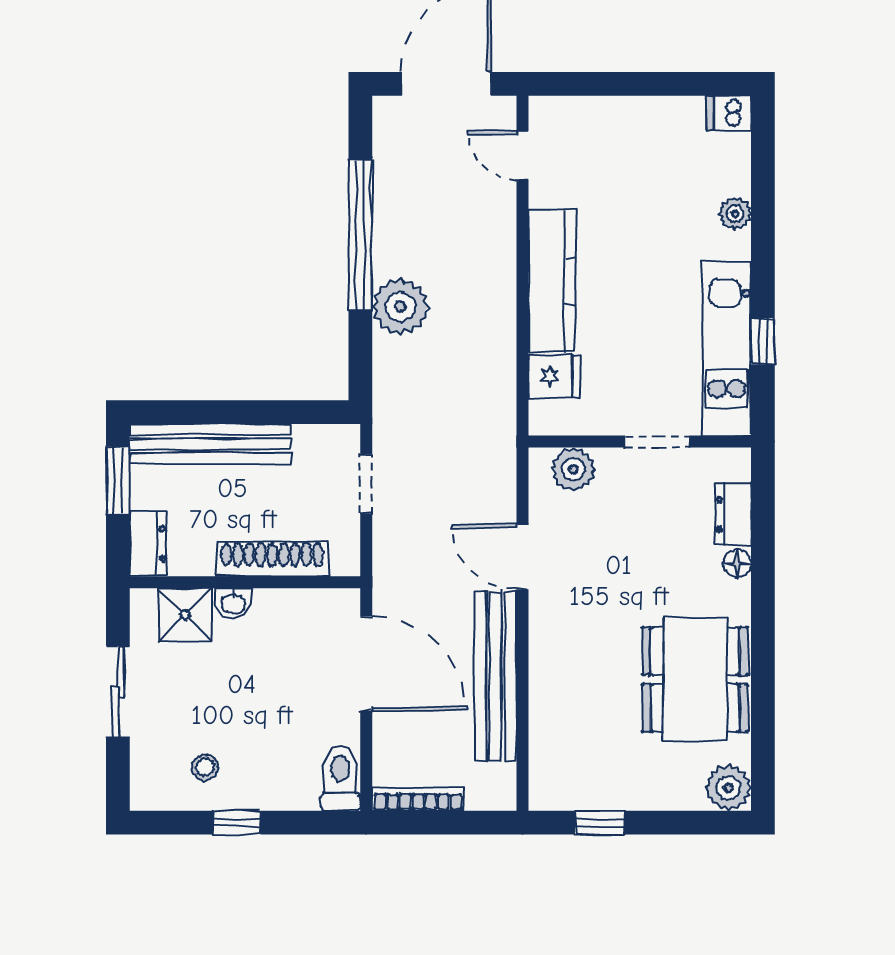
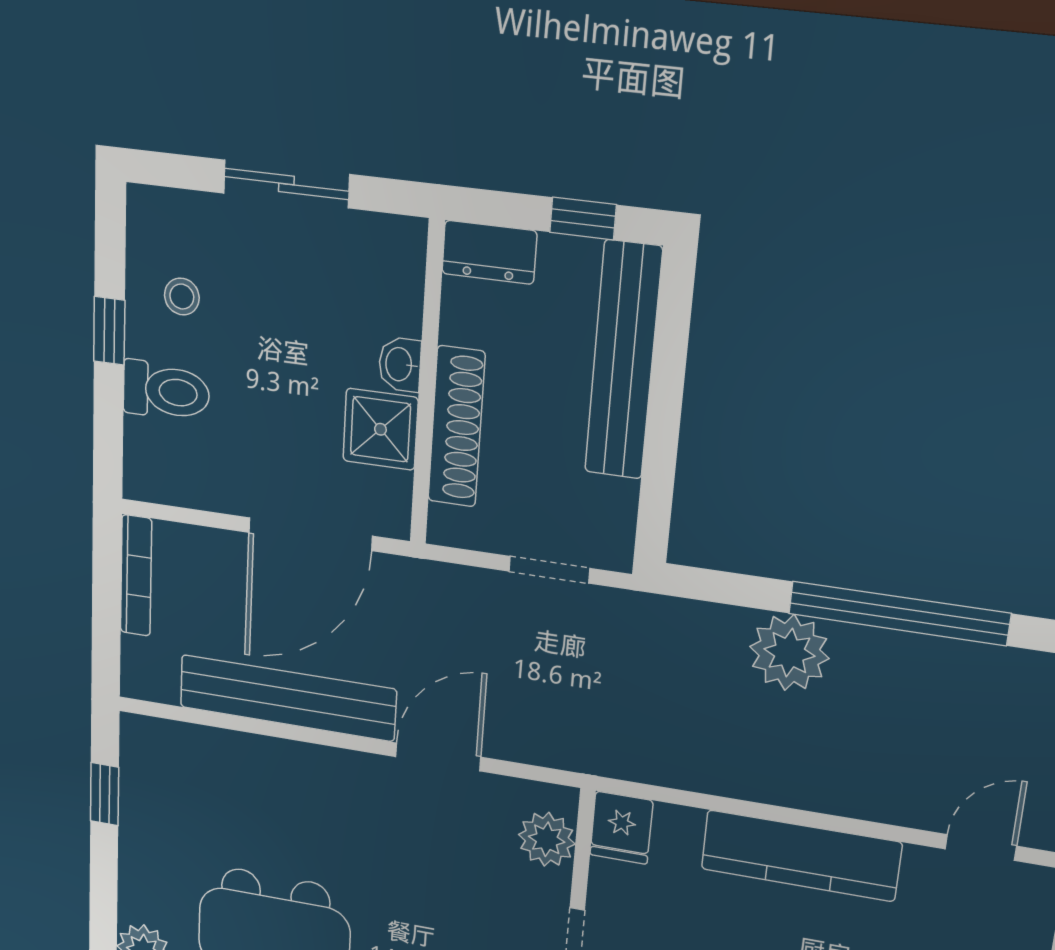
fridge: (554, 376) -> (621, 828), moved
window: (118, 480) -> (583, 218), width x0.67
shower: (185, 615) -> (380, 429), moved
toilet: (340, 778) -> (166, 391), moved

